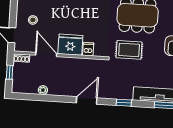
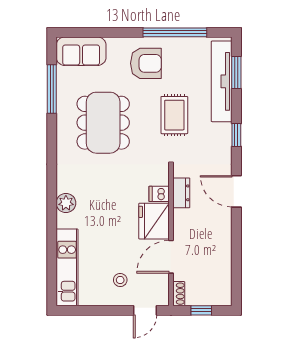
rug: (129, 50) -> (174, 115), moved
dresser: (88, 64) -> (181, 193), added
plant: (43, 90) -> (225, 258), removed

